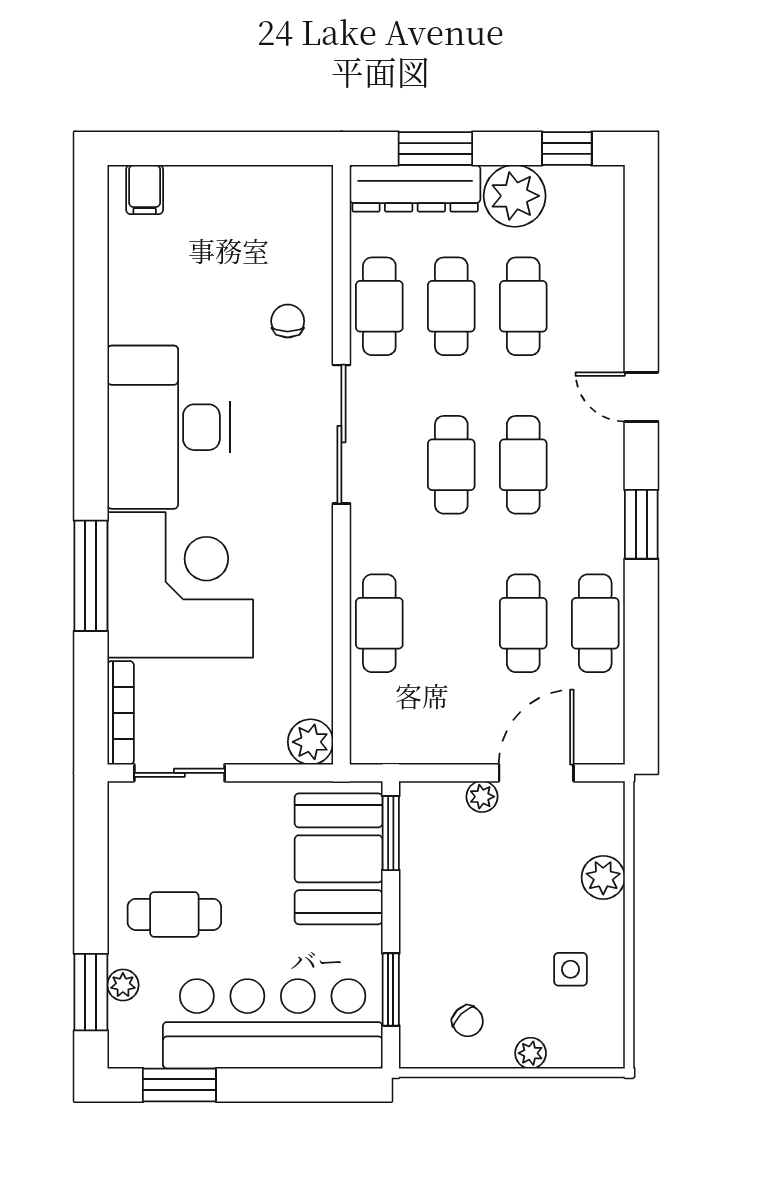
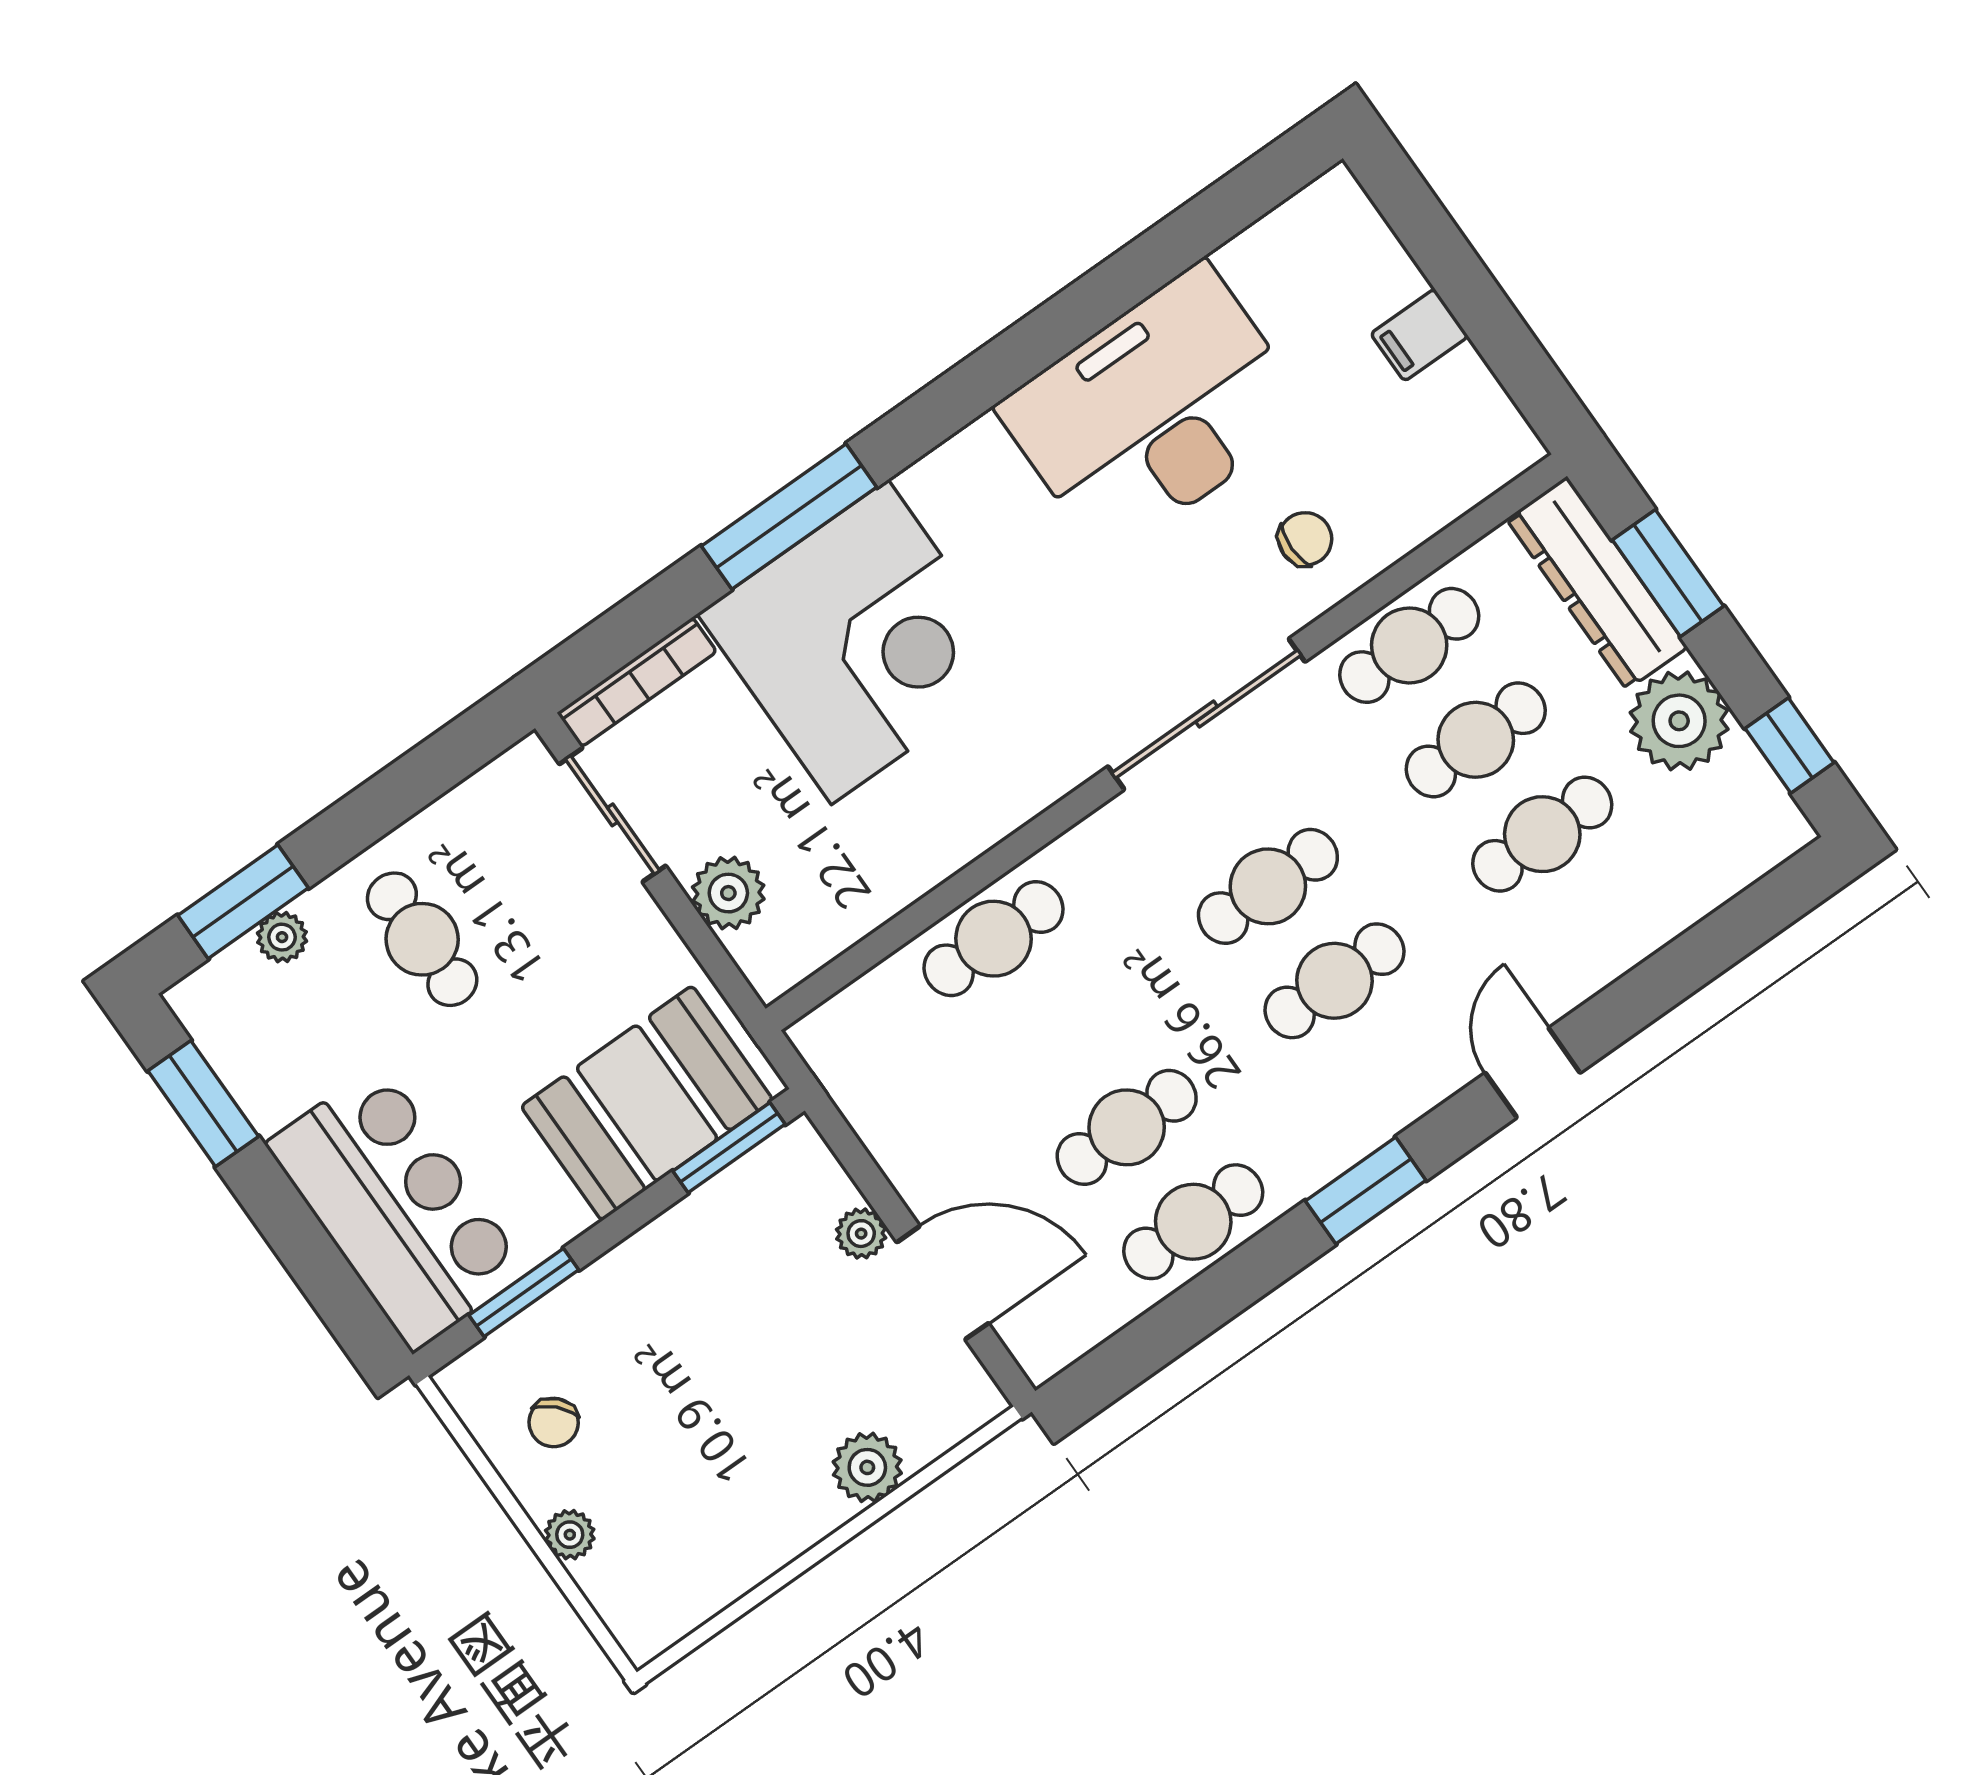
filing cabinet: (145, 190) -> (1419, 335), moved
desk: (168, 427) -> (1154, 411), moved
plant: (311, 742) -> (728, 893), moved
side table: (571, 969) -> (717, 1509), removed
bar counter: (273, 1024) -> (397, 1208), width x0.73

